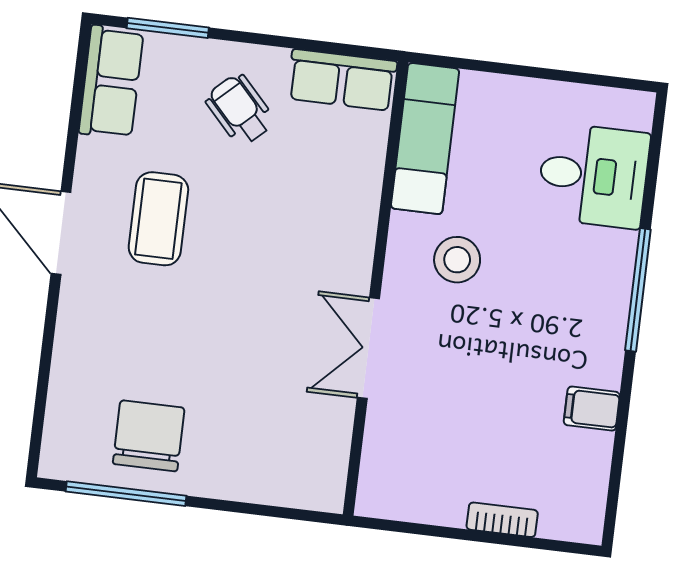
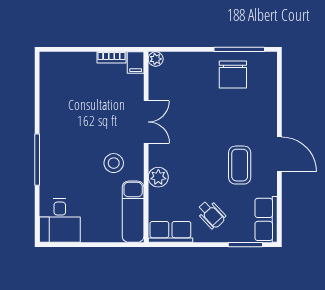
desk: (593, 176) -> (60, 220), moved, turned -90
plant: (355, 213) -> (158, 177), added
filing cabinet: (592, 409) -> (136, 63), moved, turned 90
plant: (327, 495) -> (156, 59), added
bookcase: (502, 520) -> (111, 57), moved

